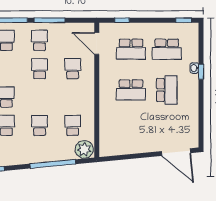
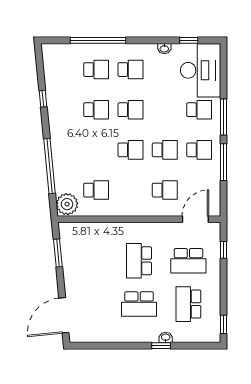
school desk: (131, 49) -> (188, 261), turned -90
school desk: (40, 125) -> (130, 150), moved
window: (125, 157) -> (58, 253), added

